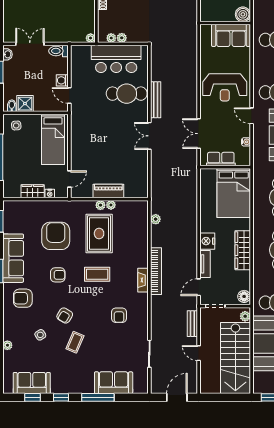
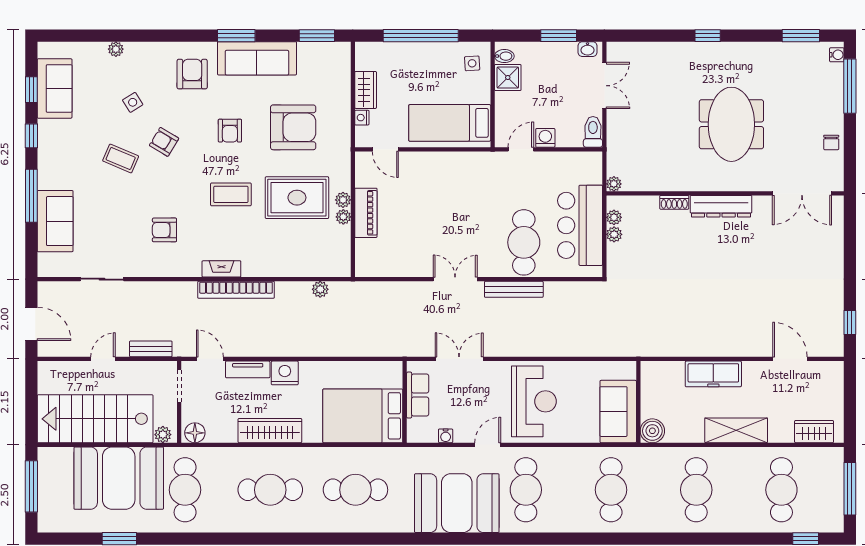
reception desk: (225, 87) -> (534, 401), turned 180
coffee table: (97, 274) -> (231, 194), turned 90

